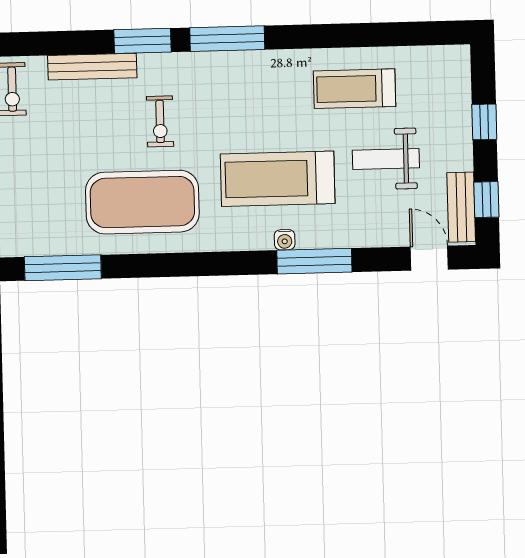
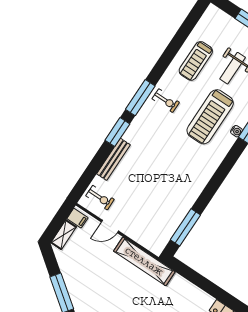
exercise bike: (160, 121) -> (166, 101), moved
exercise mat: (142, 202) -> (182, 177), removed

